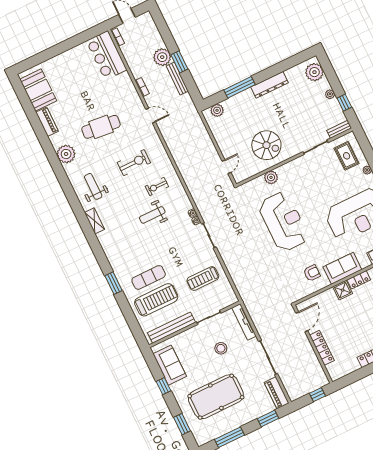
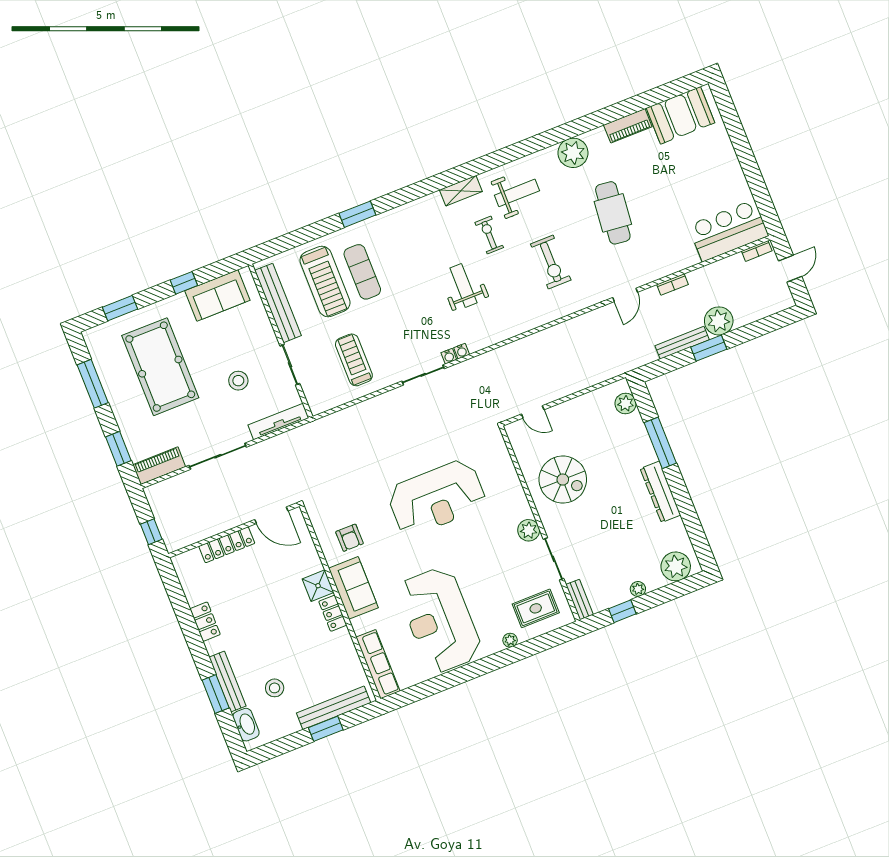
spiral stairs: (266, 145) -> (563, 480), turned -90
plant: (271, 177) -> (529, 530), moved
exercise bike: (157, 186) -> (489, 235), moved

